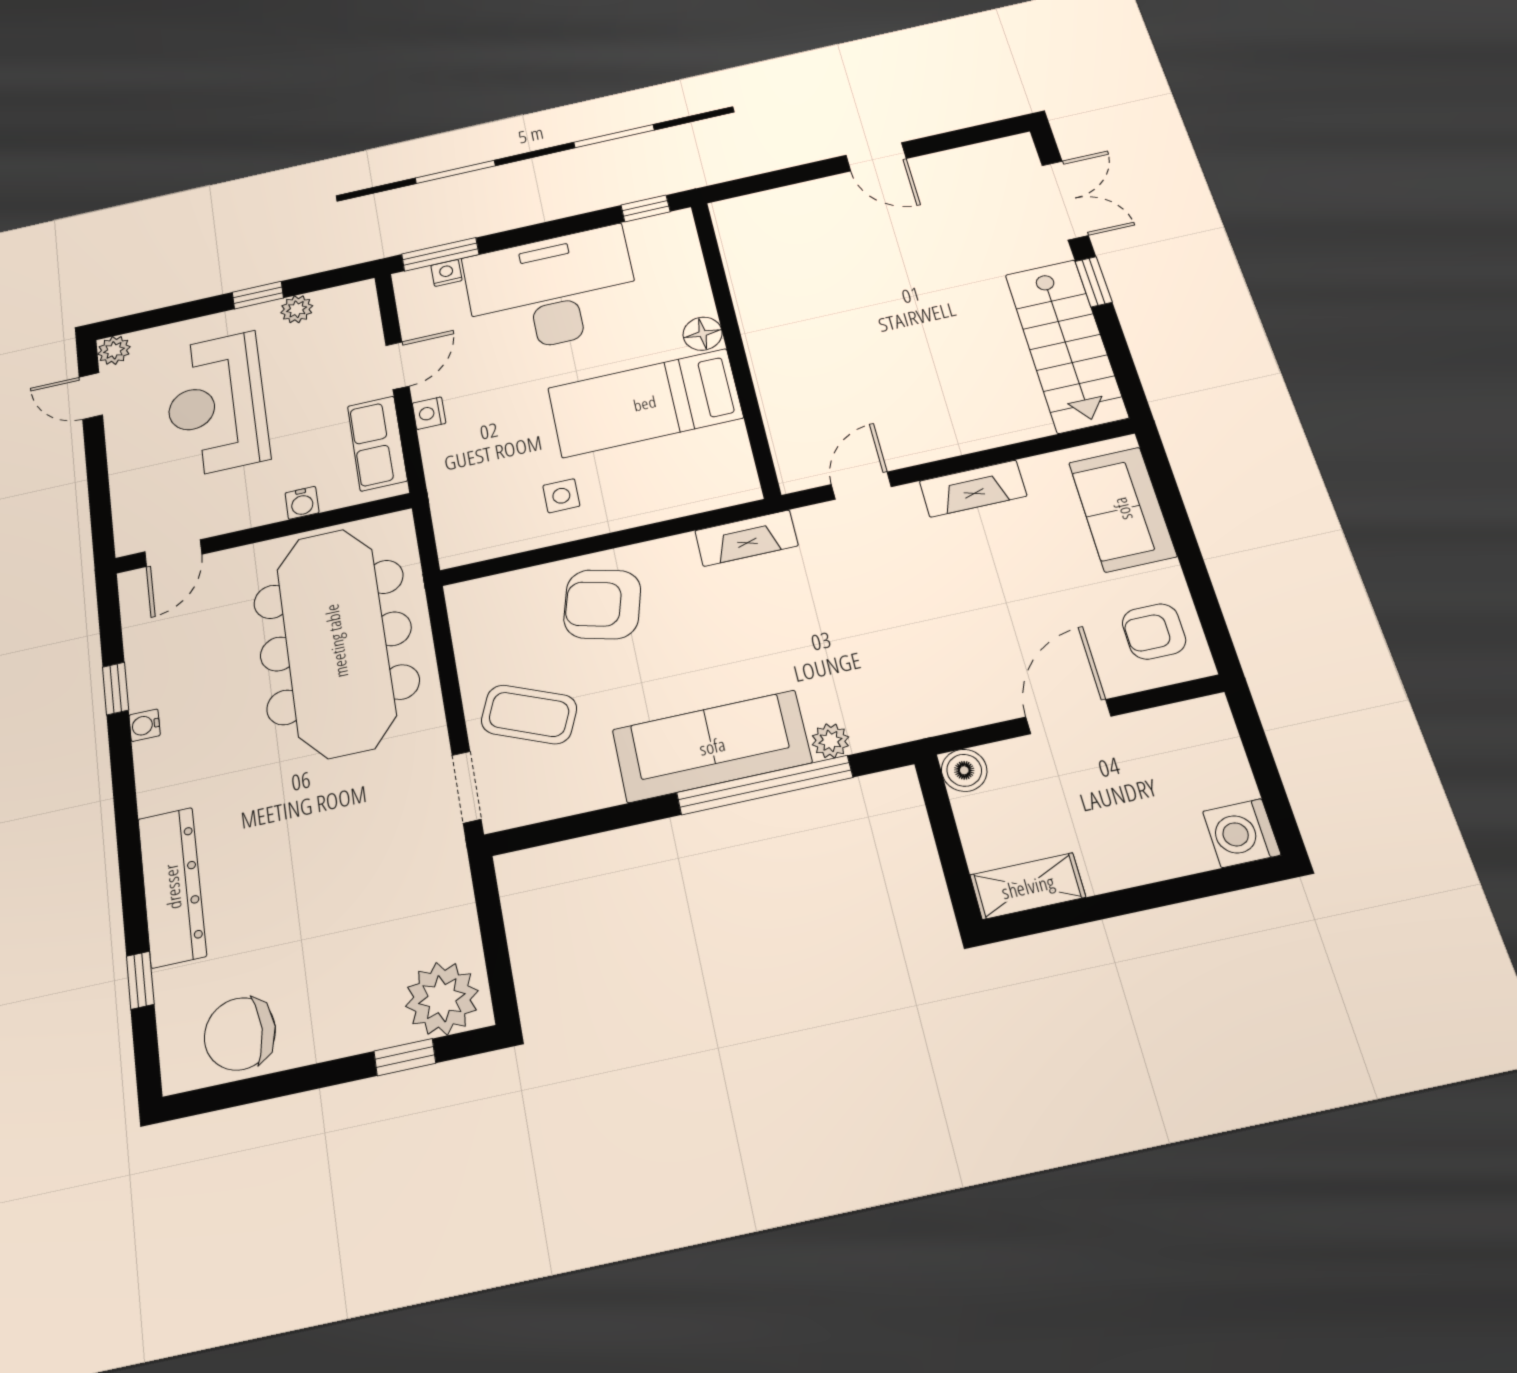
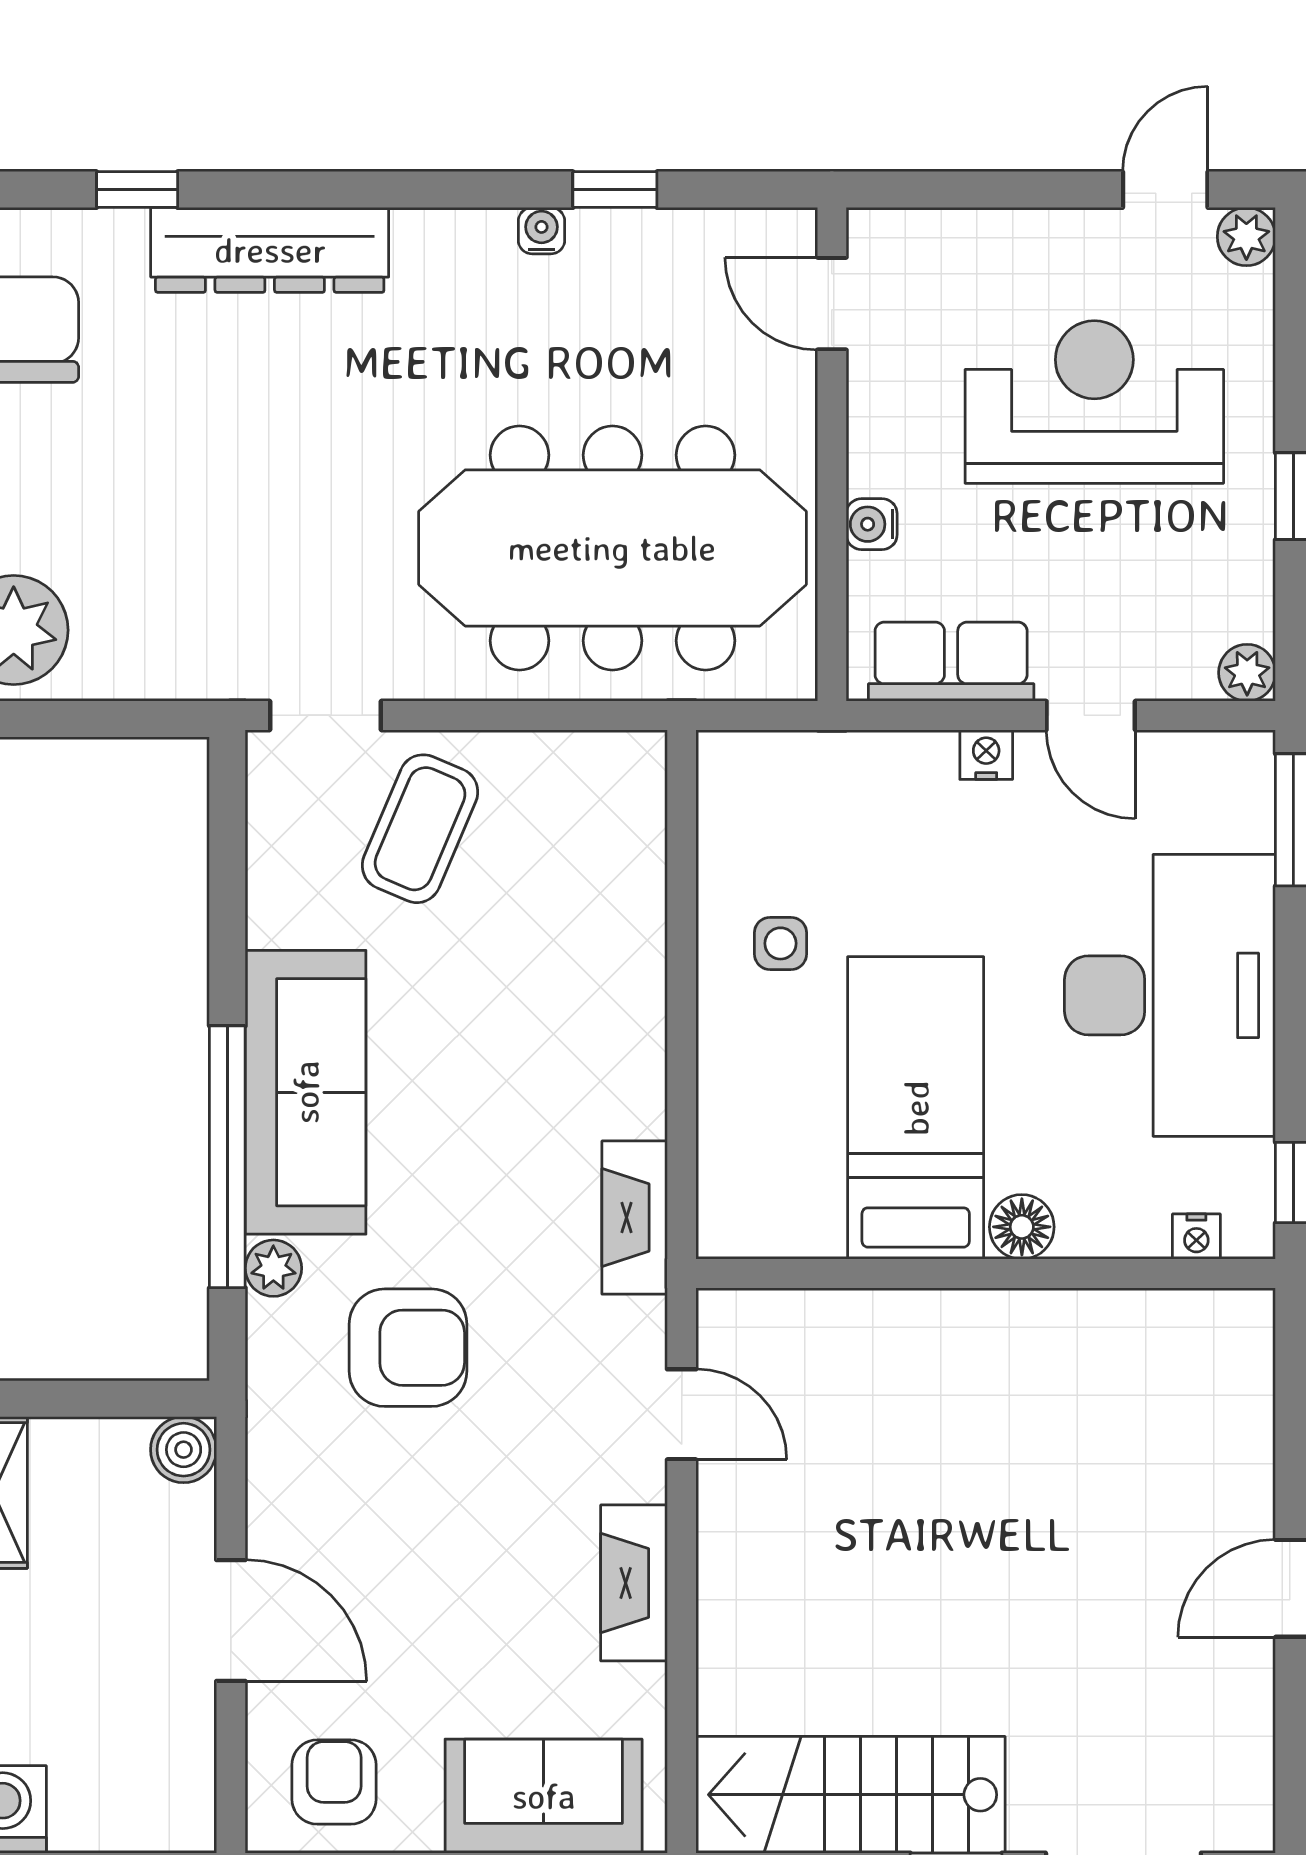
nightstand: (446, 273) -> (1196, 1237), moved, turned 90
plant: (297, 309) -> (1247, 673), moved
armchair: (602, 604) -> (408, 1348), moved, turned 75

